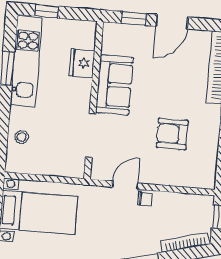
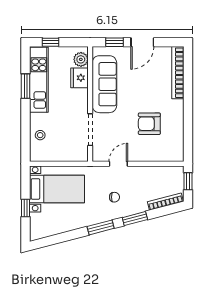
plant: (86, 38) -> (81, 59), added
sofa: (114, 85) -> (104, 84), width x1.36
chair: (145, 199) -> (114, 197), moved

